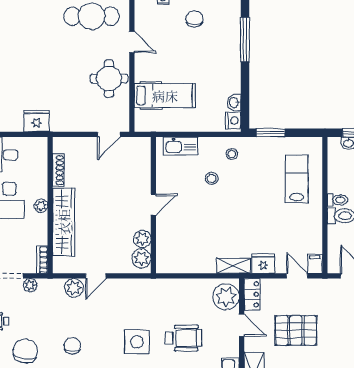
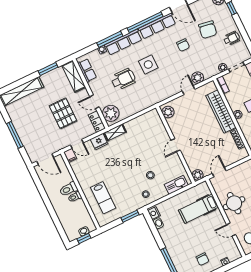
plant: (142, 239) -> (198, 175), moved
pallet: (296, 330) -> (63, 113), turned 90
wheelchair: (183, 338) -> (123, 79), turned 180

